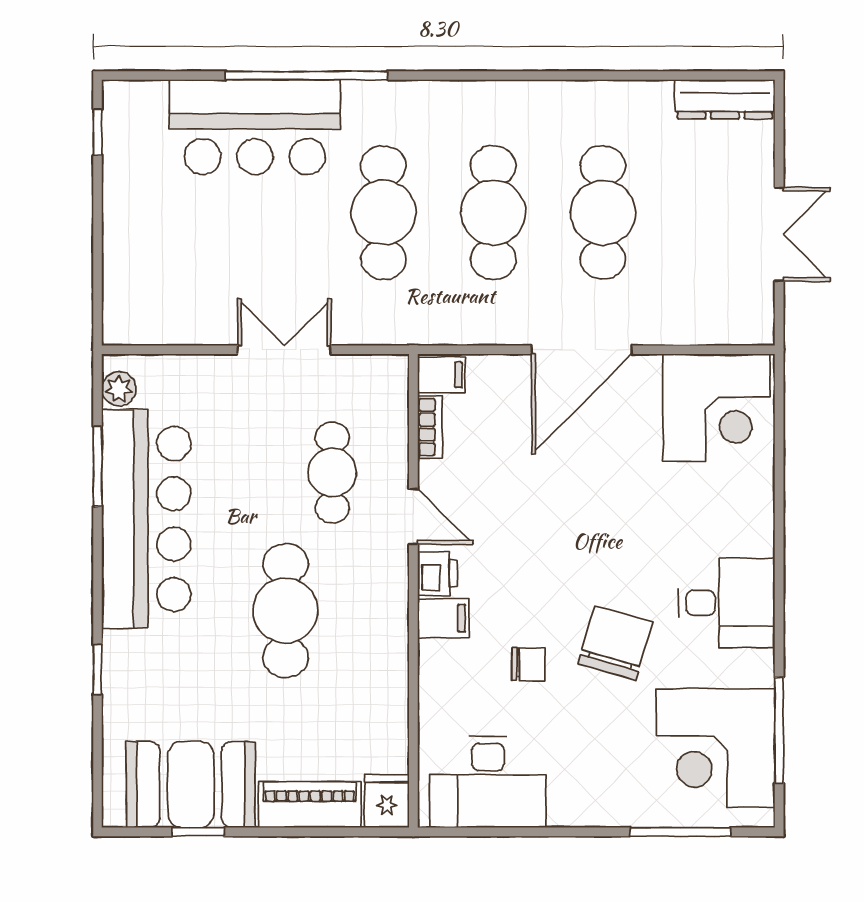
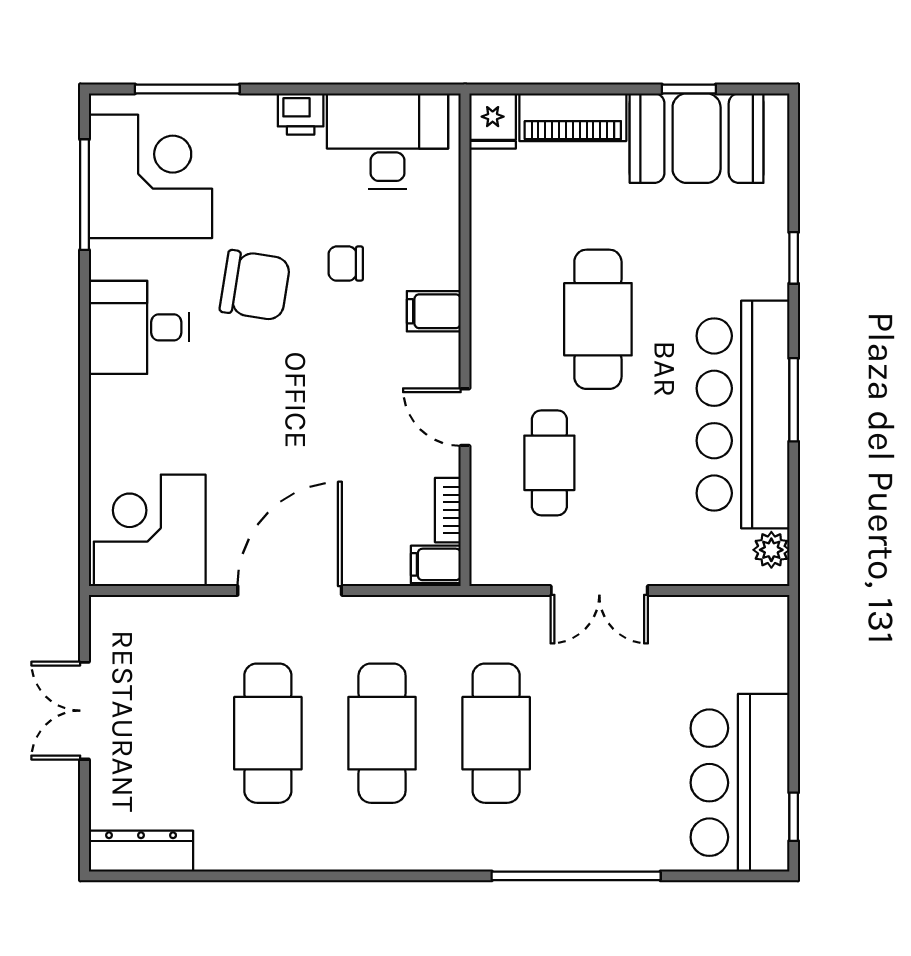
bar counter: (255, 127) -> (740, 783), moved, turned -90
window: (97, 466) -> (794, 400), moved
printer: (437, 574) -> (301, 114), moved, turned -90
chair: (615, 643) -> (255, 285), turned -97

